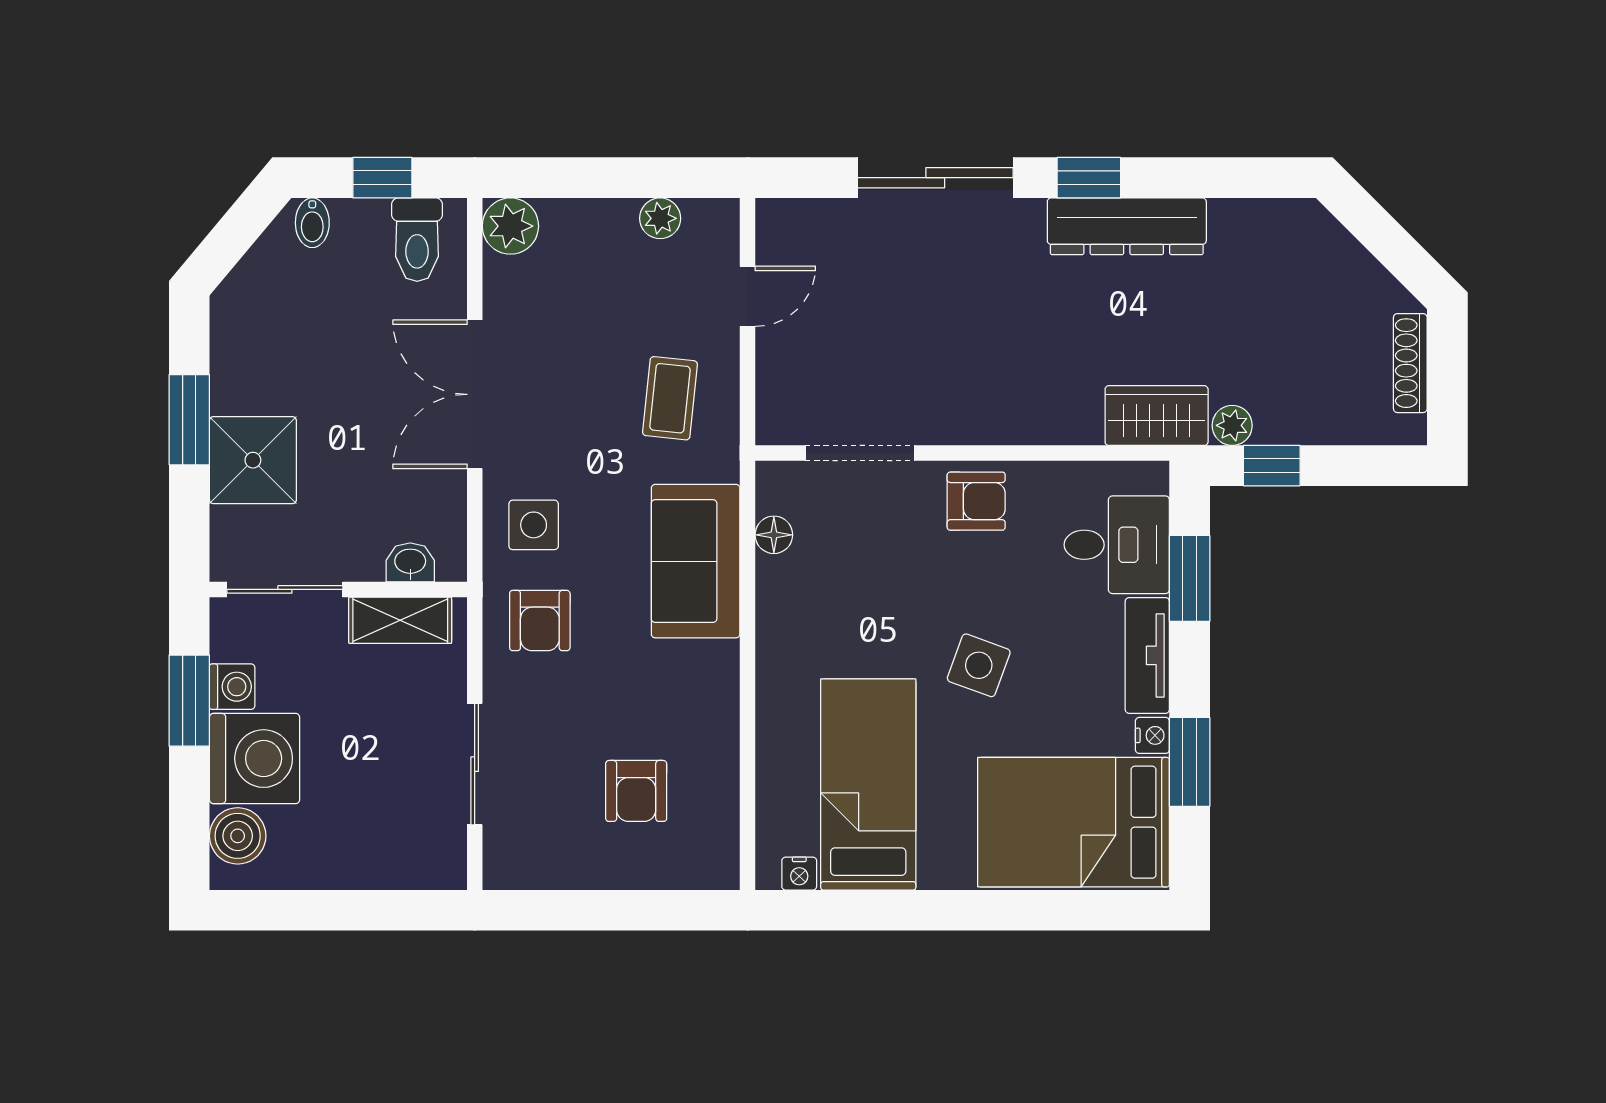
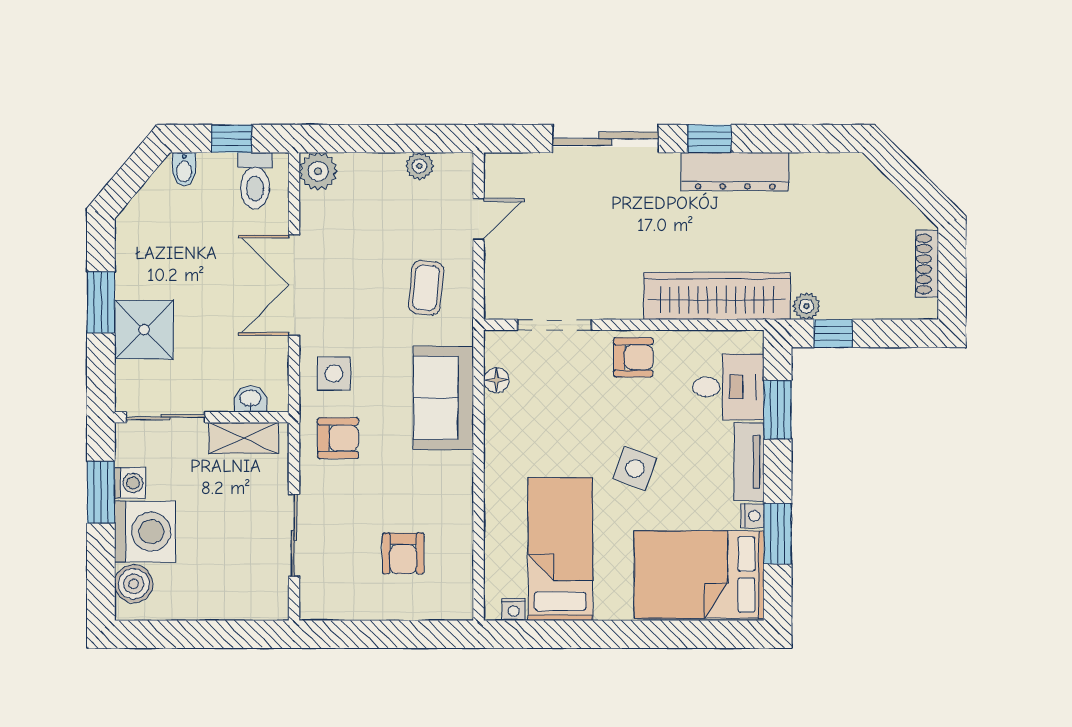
wardrobe: (1157, 416) -> (717, 296), width x2.10, depth x1.17
armchair: (540, 621) -> (338, 438), turned -90

